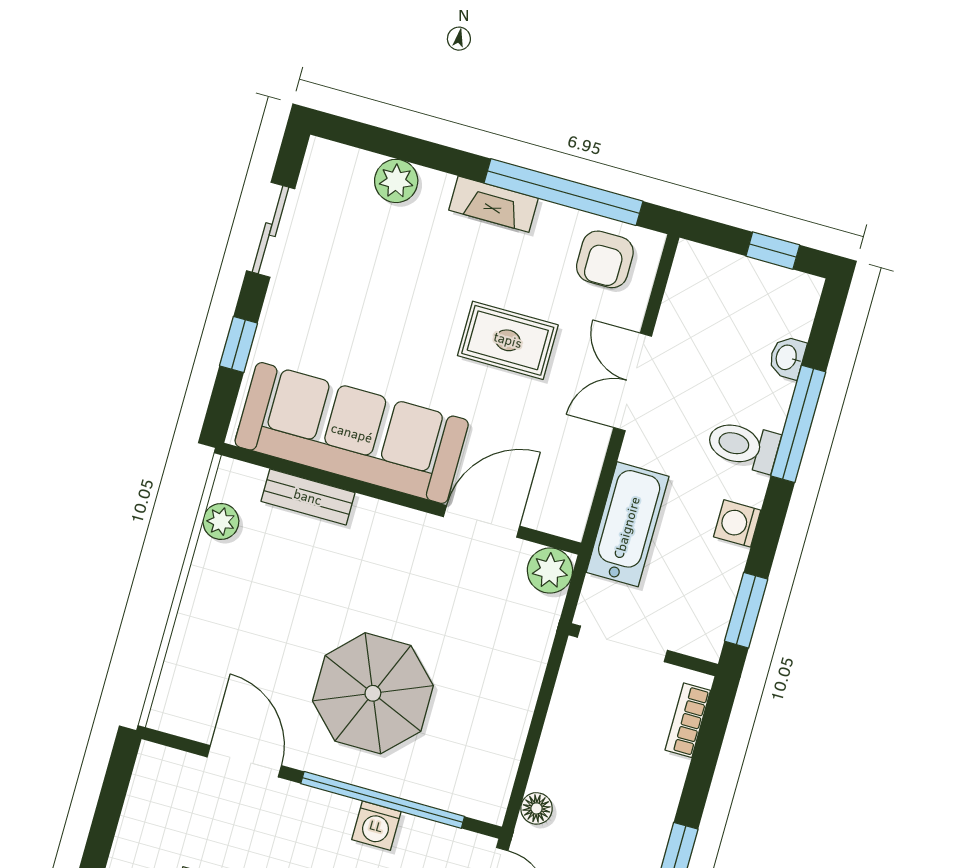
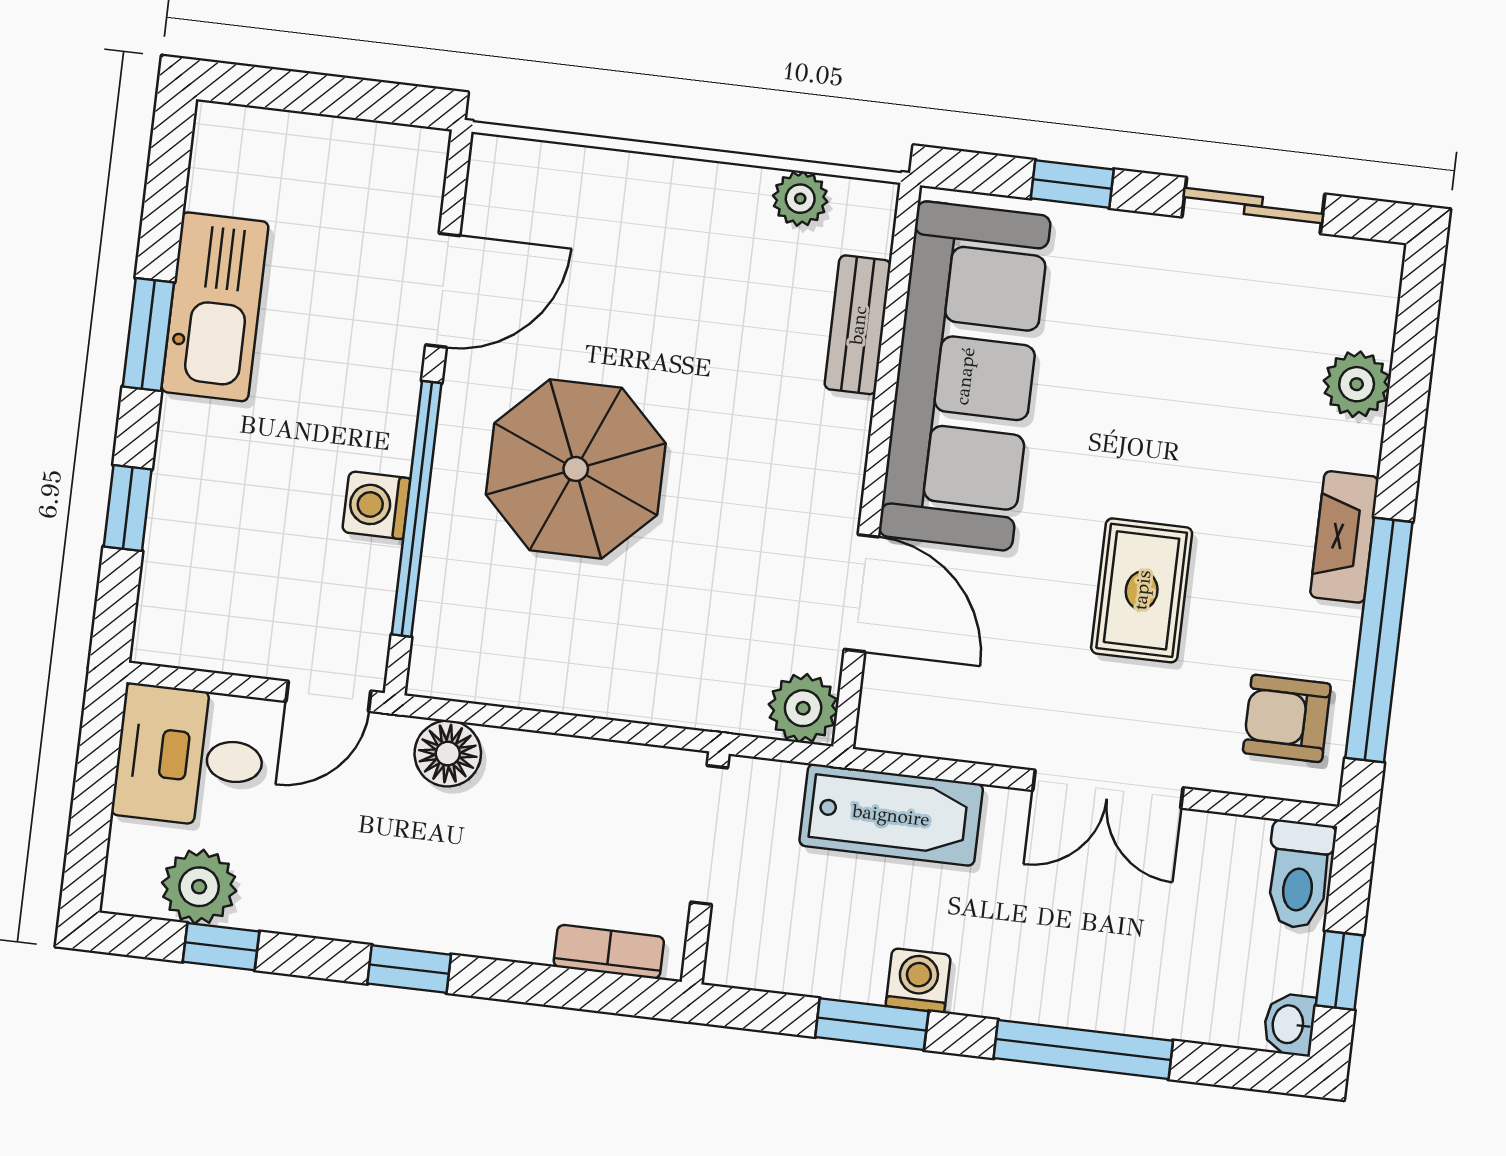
washbasin: (787, 358) -> (1289, 1024), moved, turned -90
double door: (633, 382) -> (1108, 789), swing flipped
toilet: (743, 446) -> (1299, 875), moved, turned 180
window: (746, 610) -> (872, 1024), moved
floor lamp: (537, 808) -> (448, 754), width x1.37, depth x1.37

